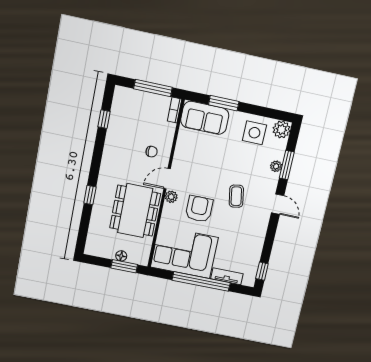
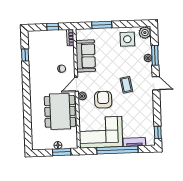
window: (153, 88) -> (53, 27), width x0.46
sofa: (205, 118) -> (86, 56), moved, turned -90
window: (90, 195) -> (27, 108), removed

